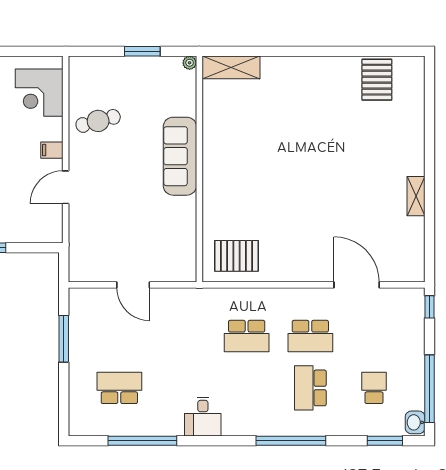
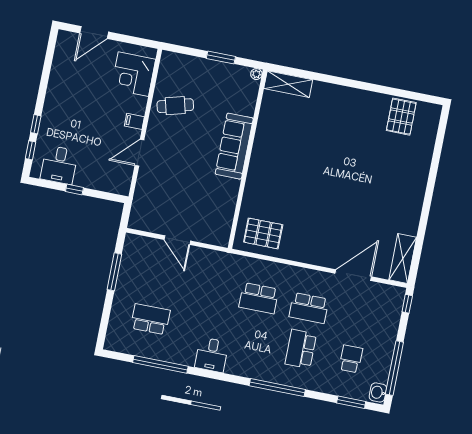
shelving: (416, 196) -> (403, 258), moved, width x1.50, depth x1.33
door: (357, 285) -> (353, 275), hinge flipped

